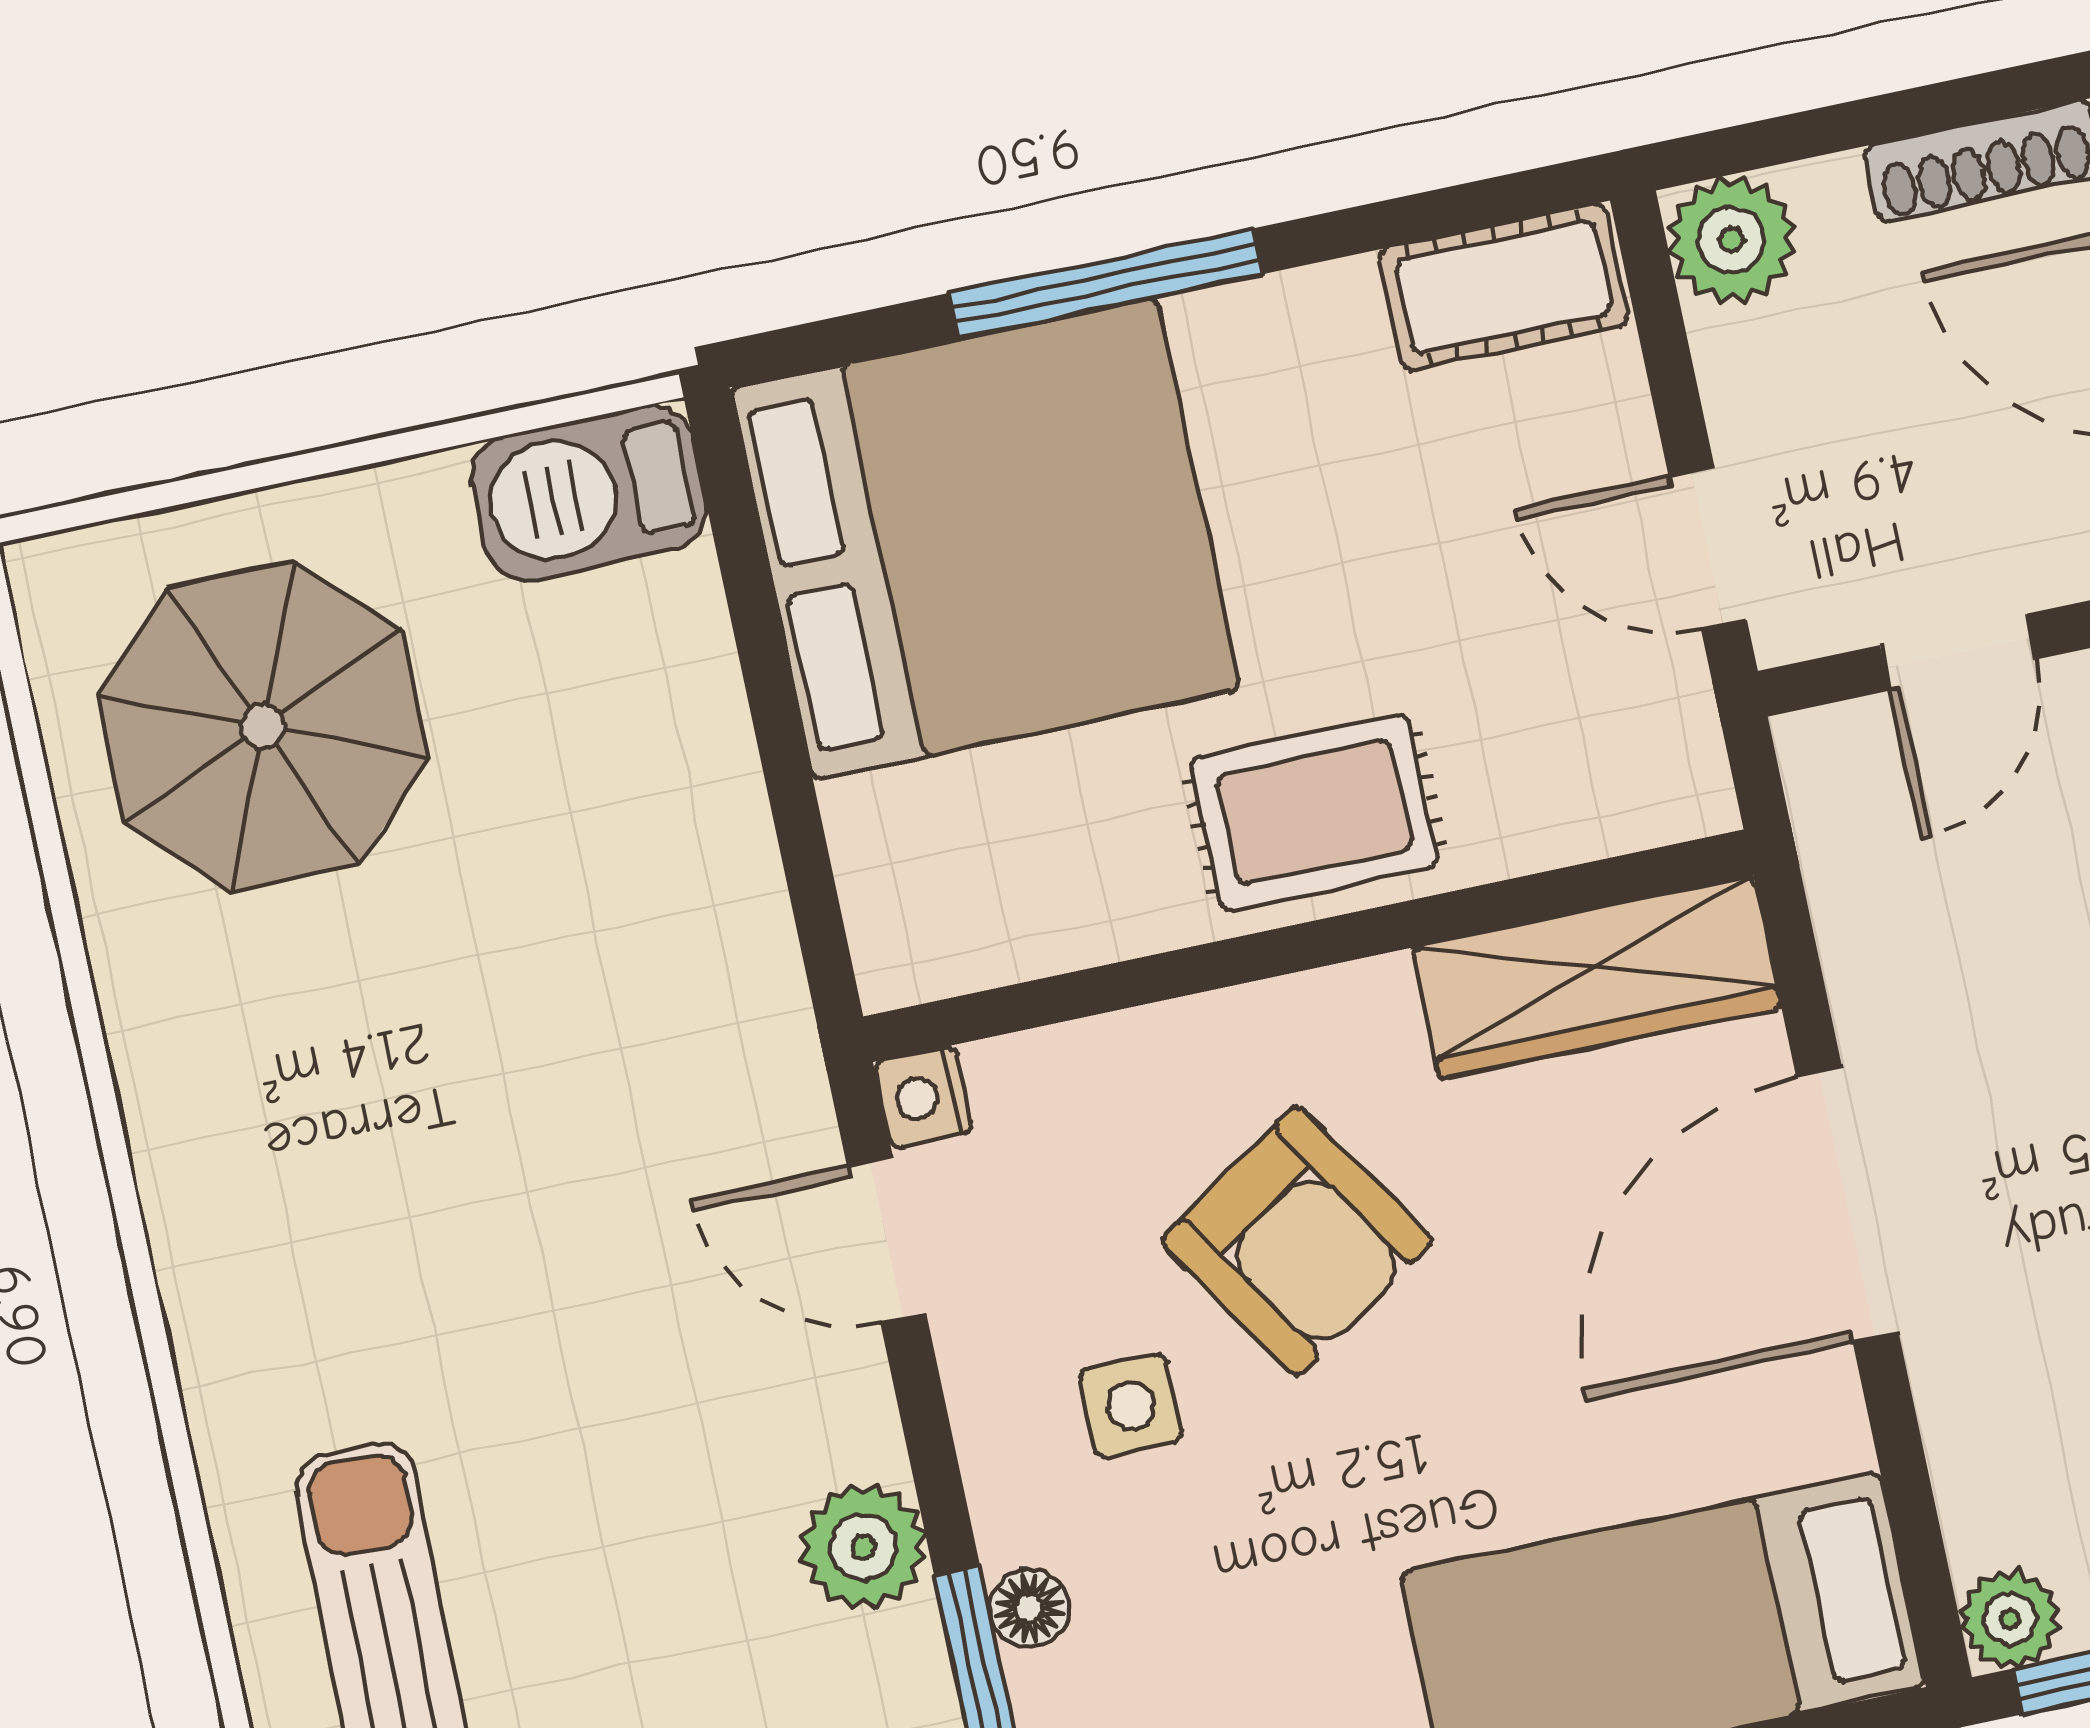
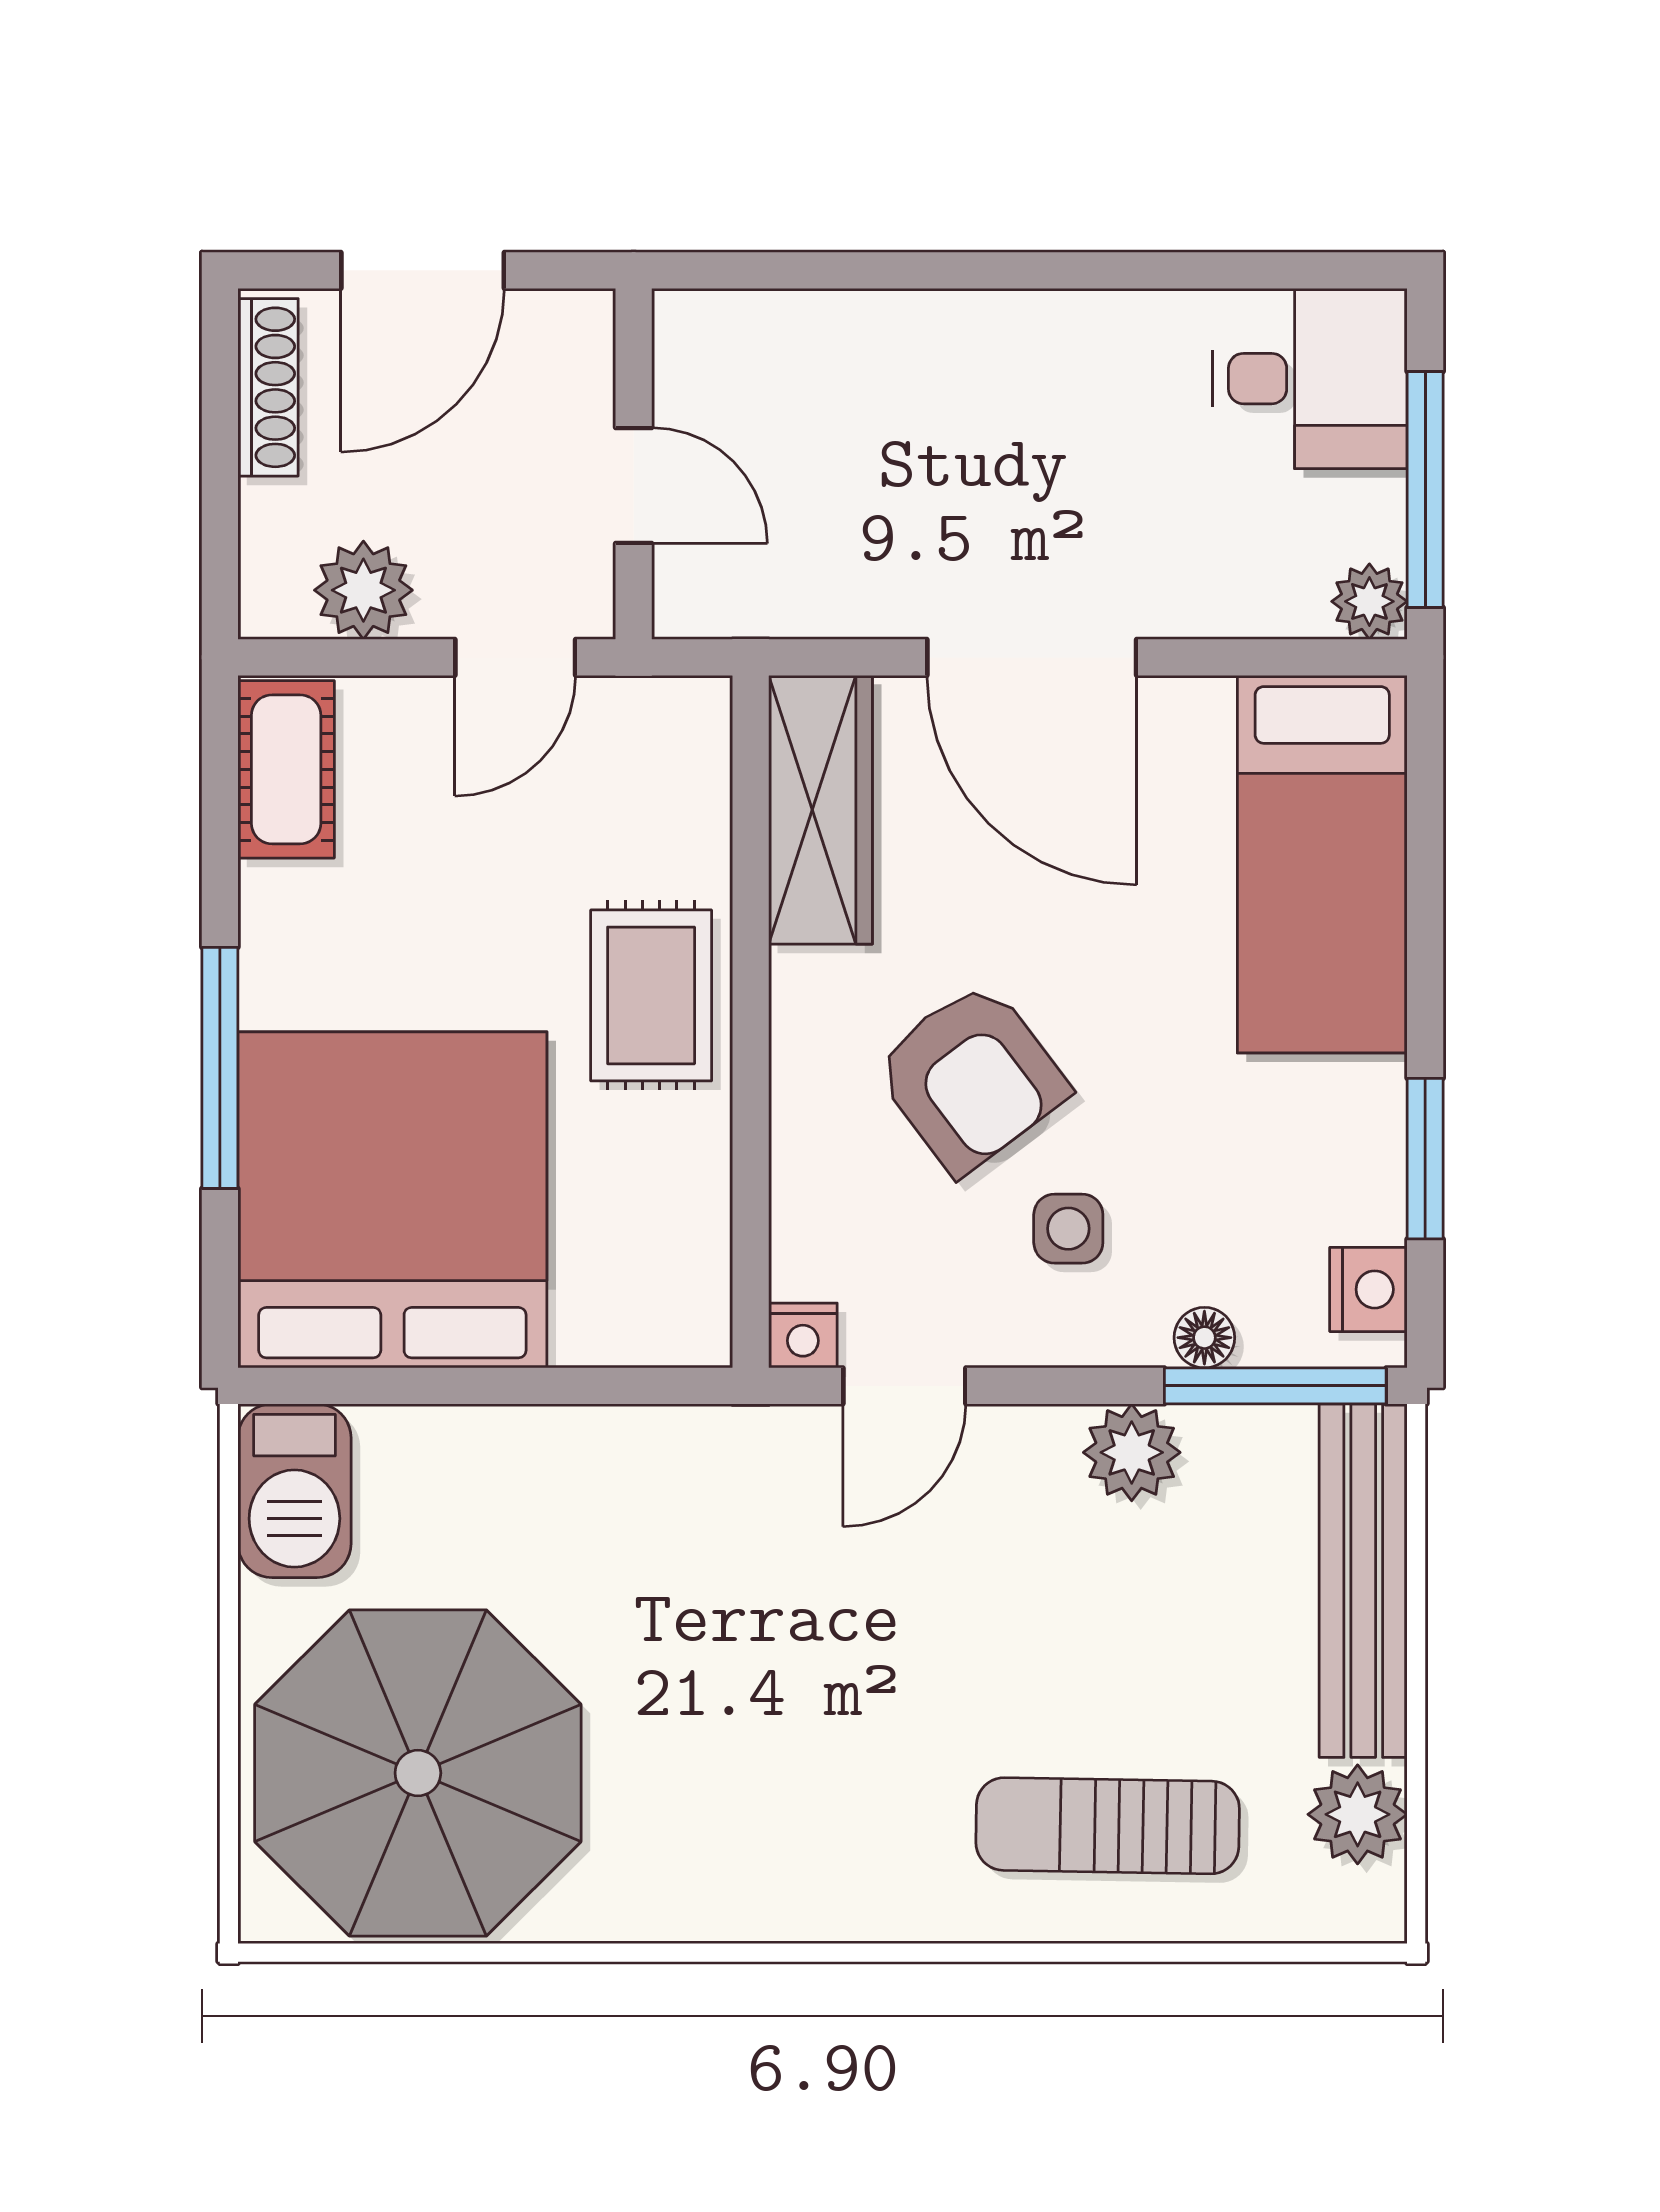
plant: (1731, 240) -> (363, 590), moved
parasol: (263, 726) -> (418, 1773), width x1.36, depth x1.36
armchair: (1297, 1241) -> (971, 1077), turned 86

